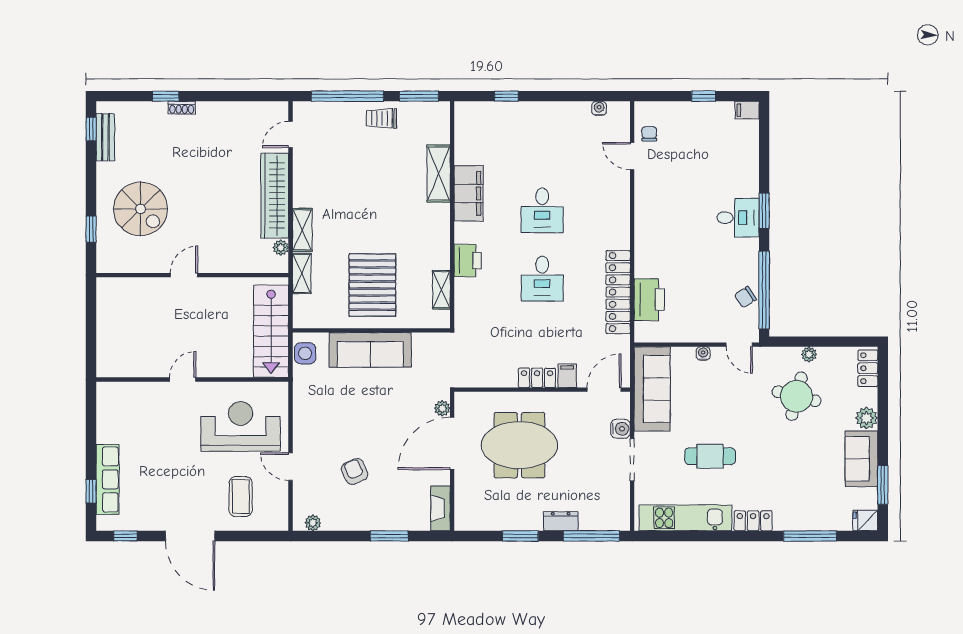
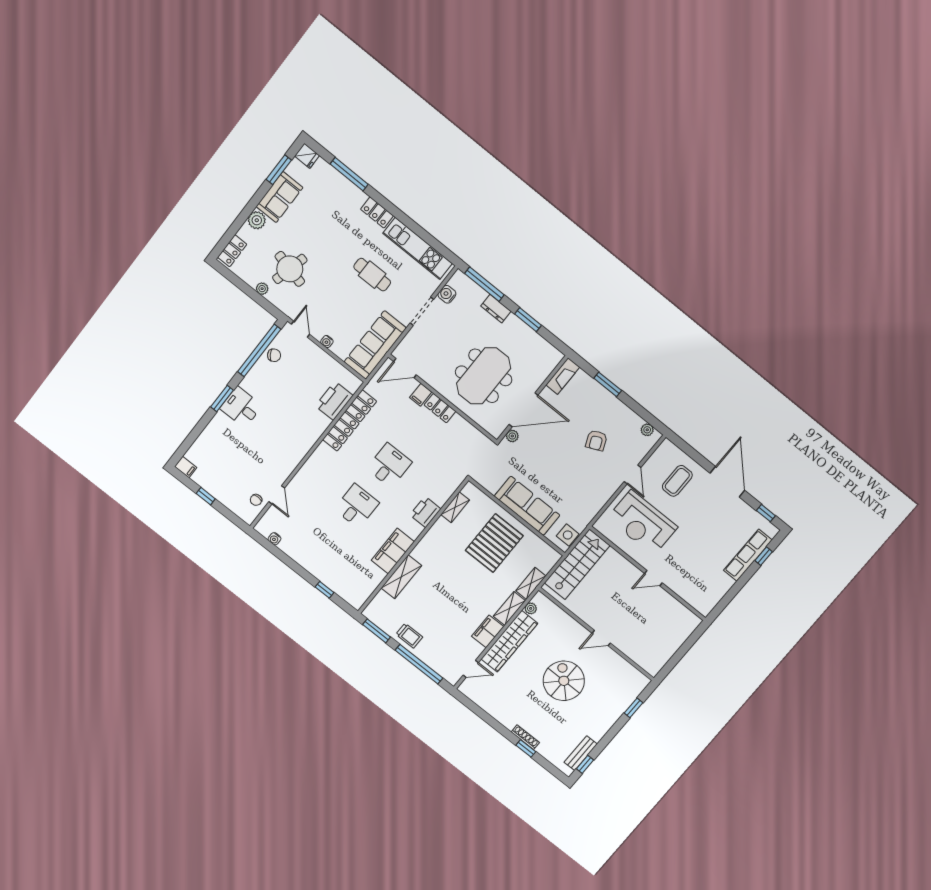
shoe rack: (182, 108) -> (525, 737), width x1.43
filing cabinet: (305, 188) -> (488, 631), added
spiral stairs: (141, 209) -> (564, 681), moved
water cooler: (620, 429) -> (447, 294), moved
meeting table: (519, 445) -> (484, 376), turned 90

